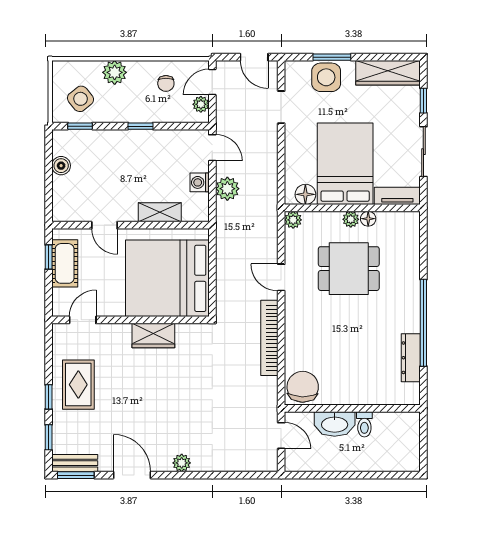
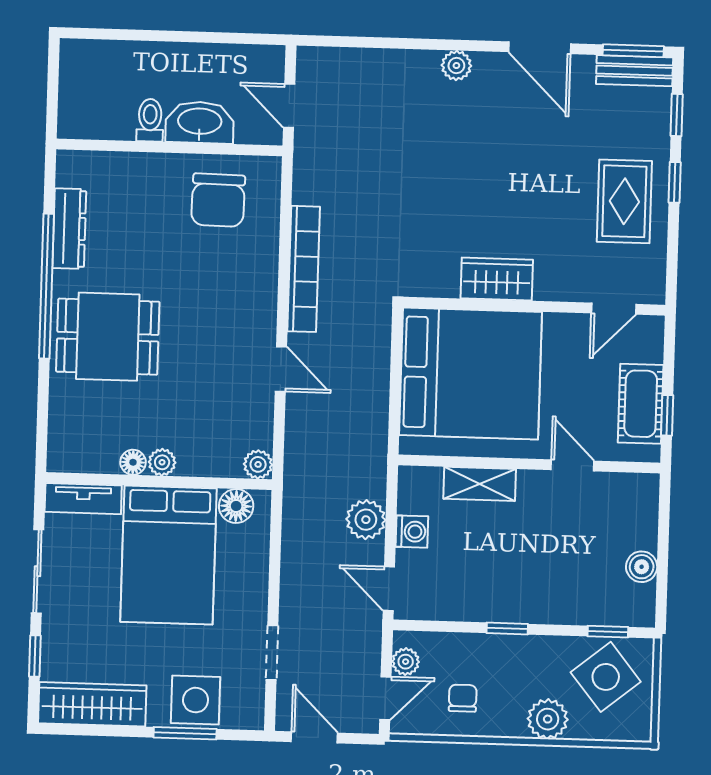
side table: (81, 99) -> (606, 677), width x1.37, depth x1.37
dining table: (349, 269) -> (108, 337), moved
chair: (303, 387) -> (218, 200), moved

